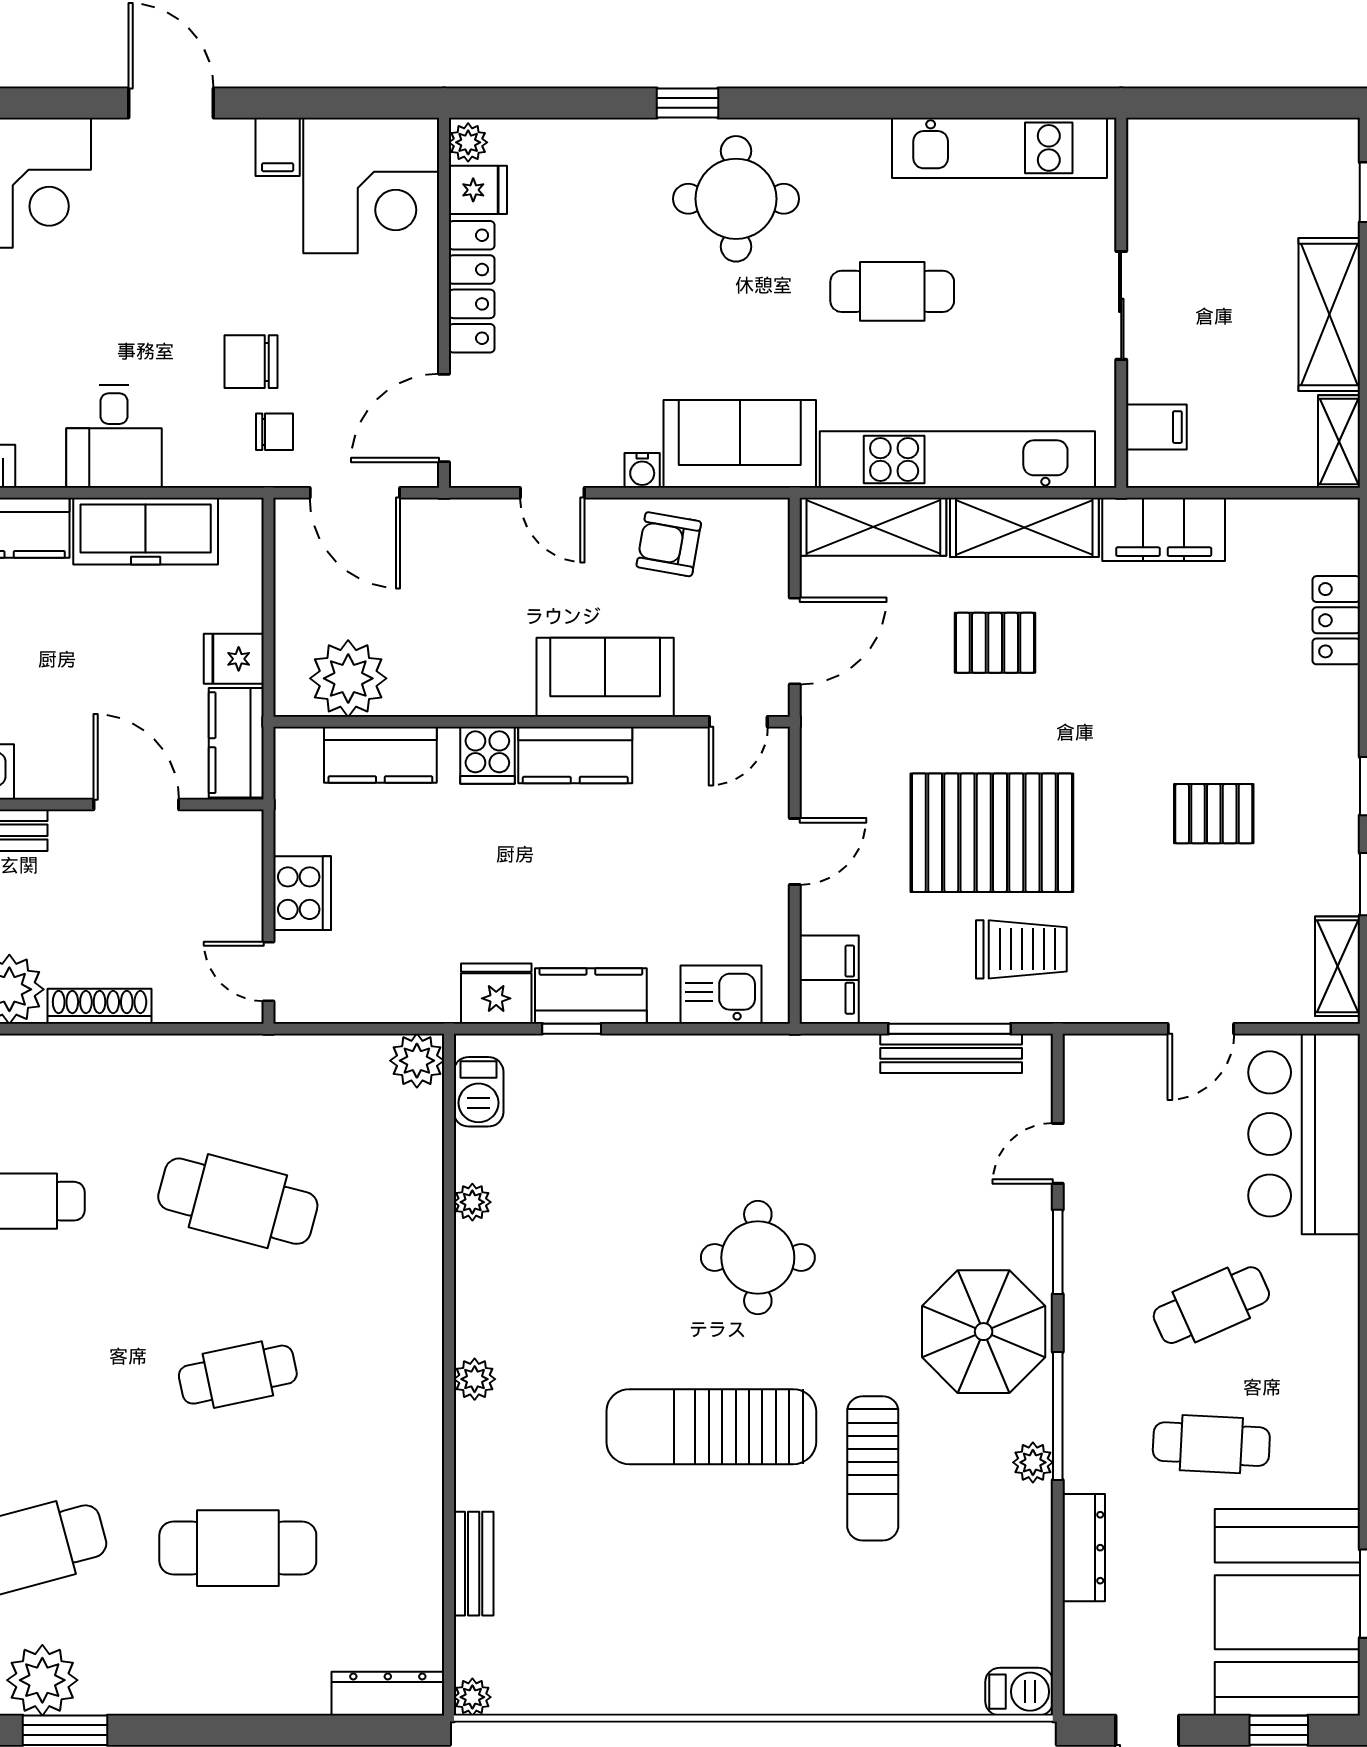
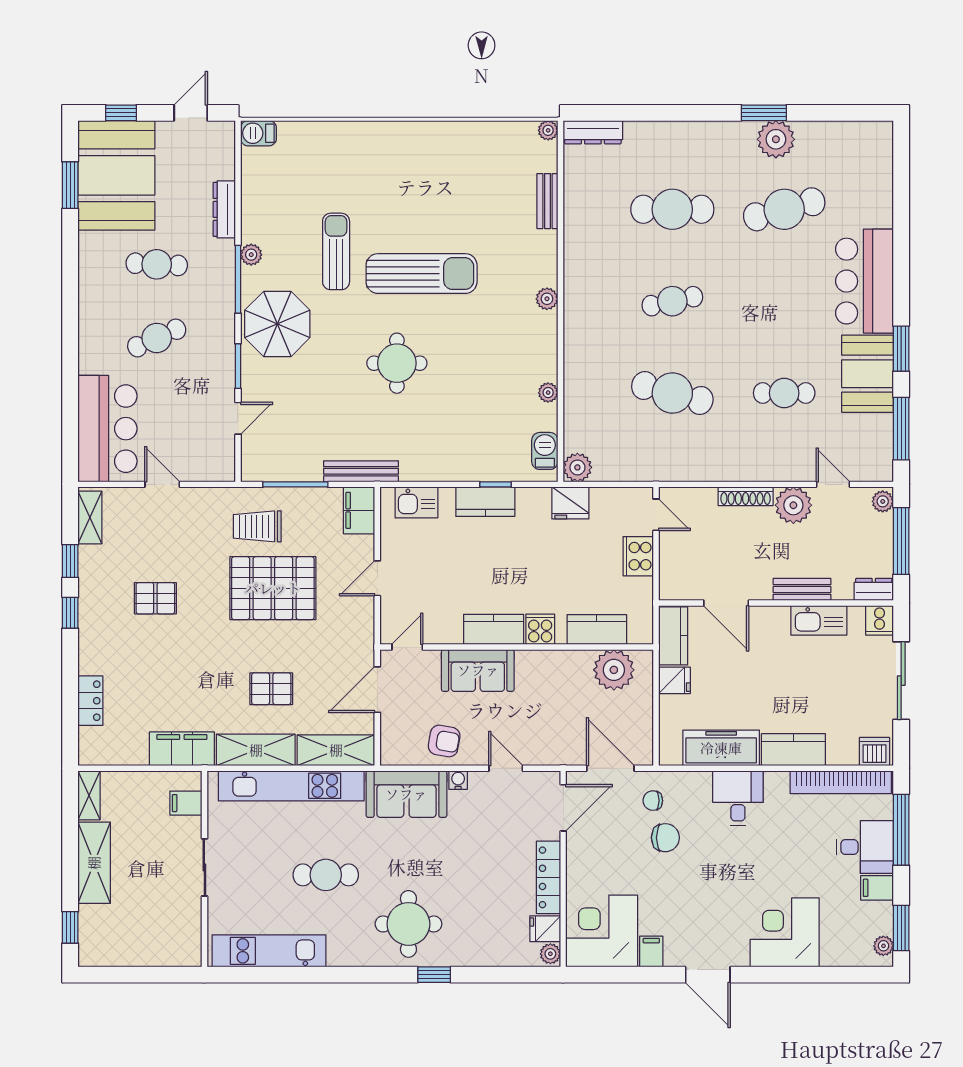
fridge: (496, 994) -> (570, 503), moved
door: (1201, 1029) -> (162, 484), hinge flipped
bench: (951, 1053) -> (361, 471), moved

